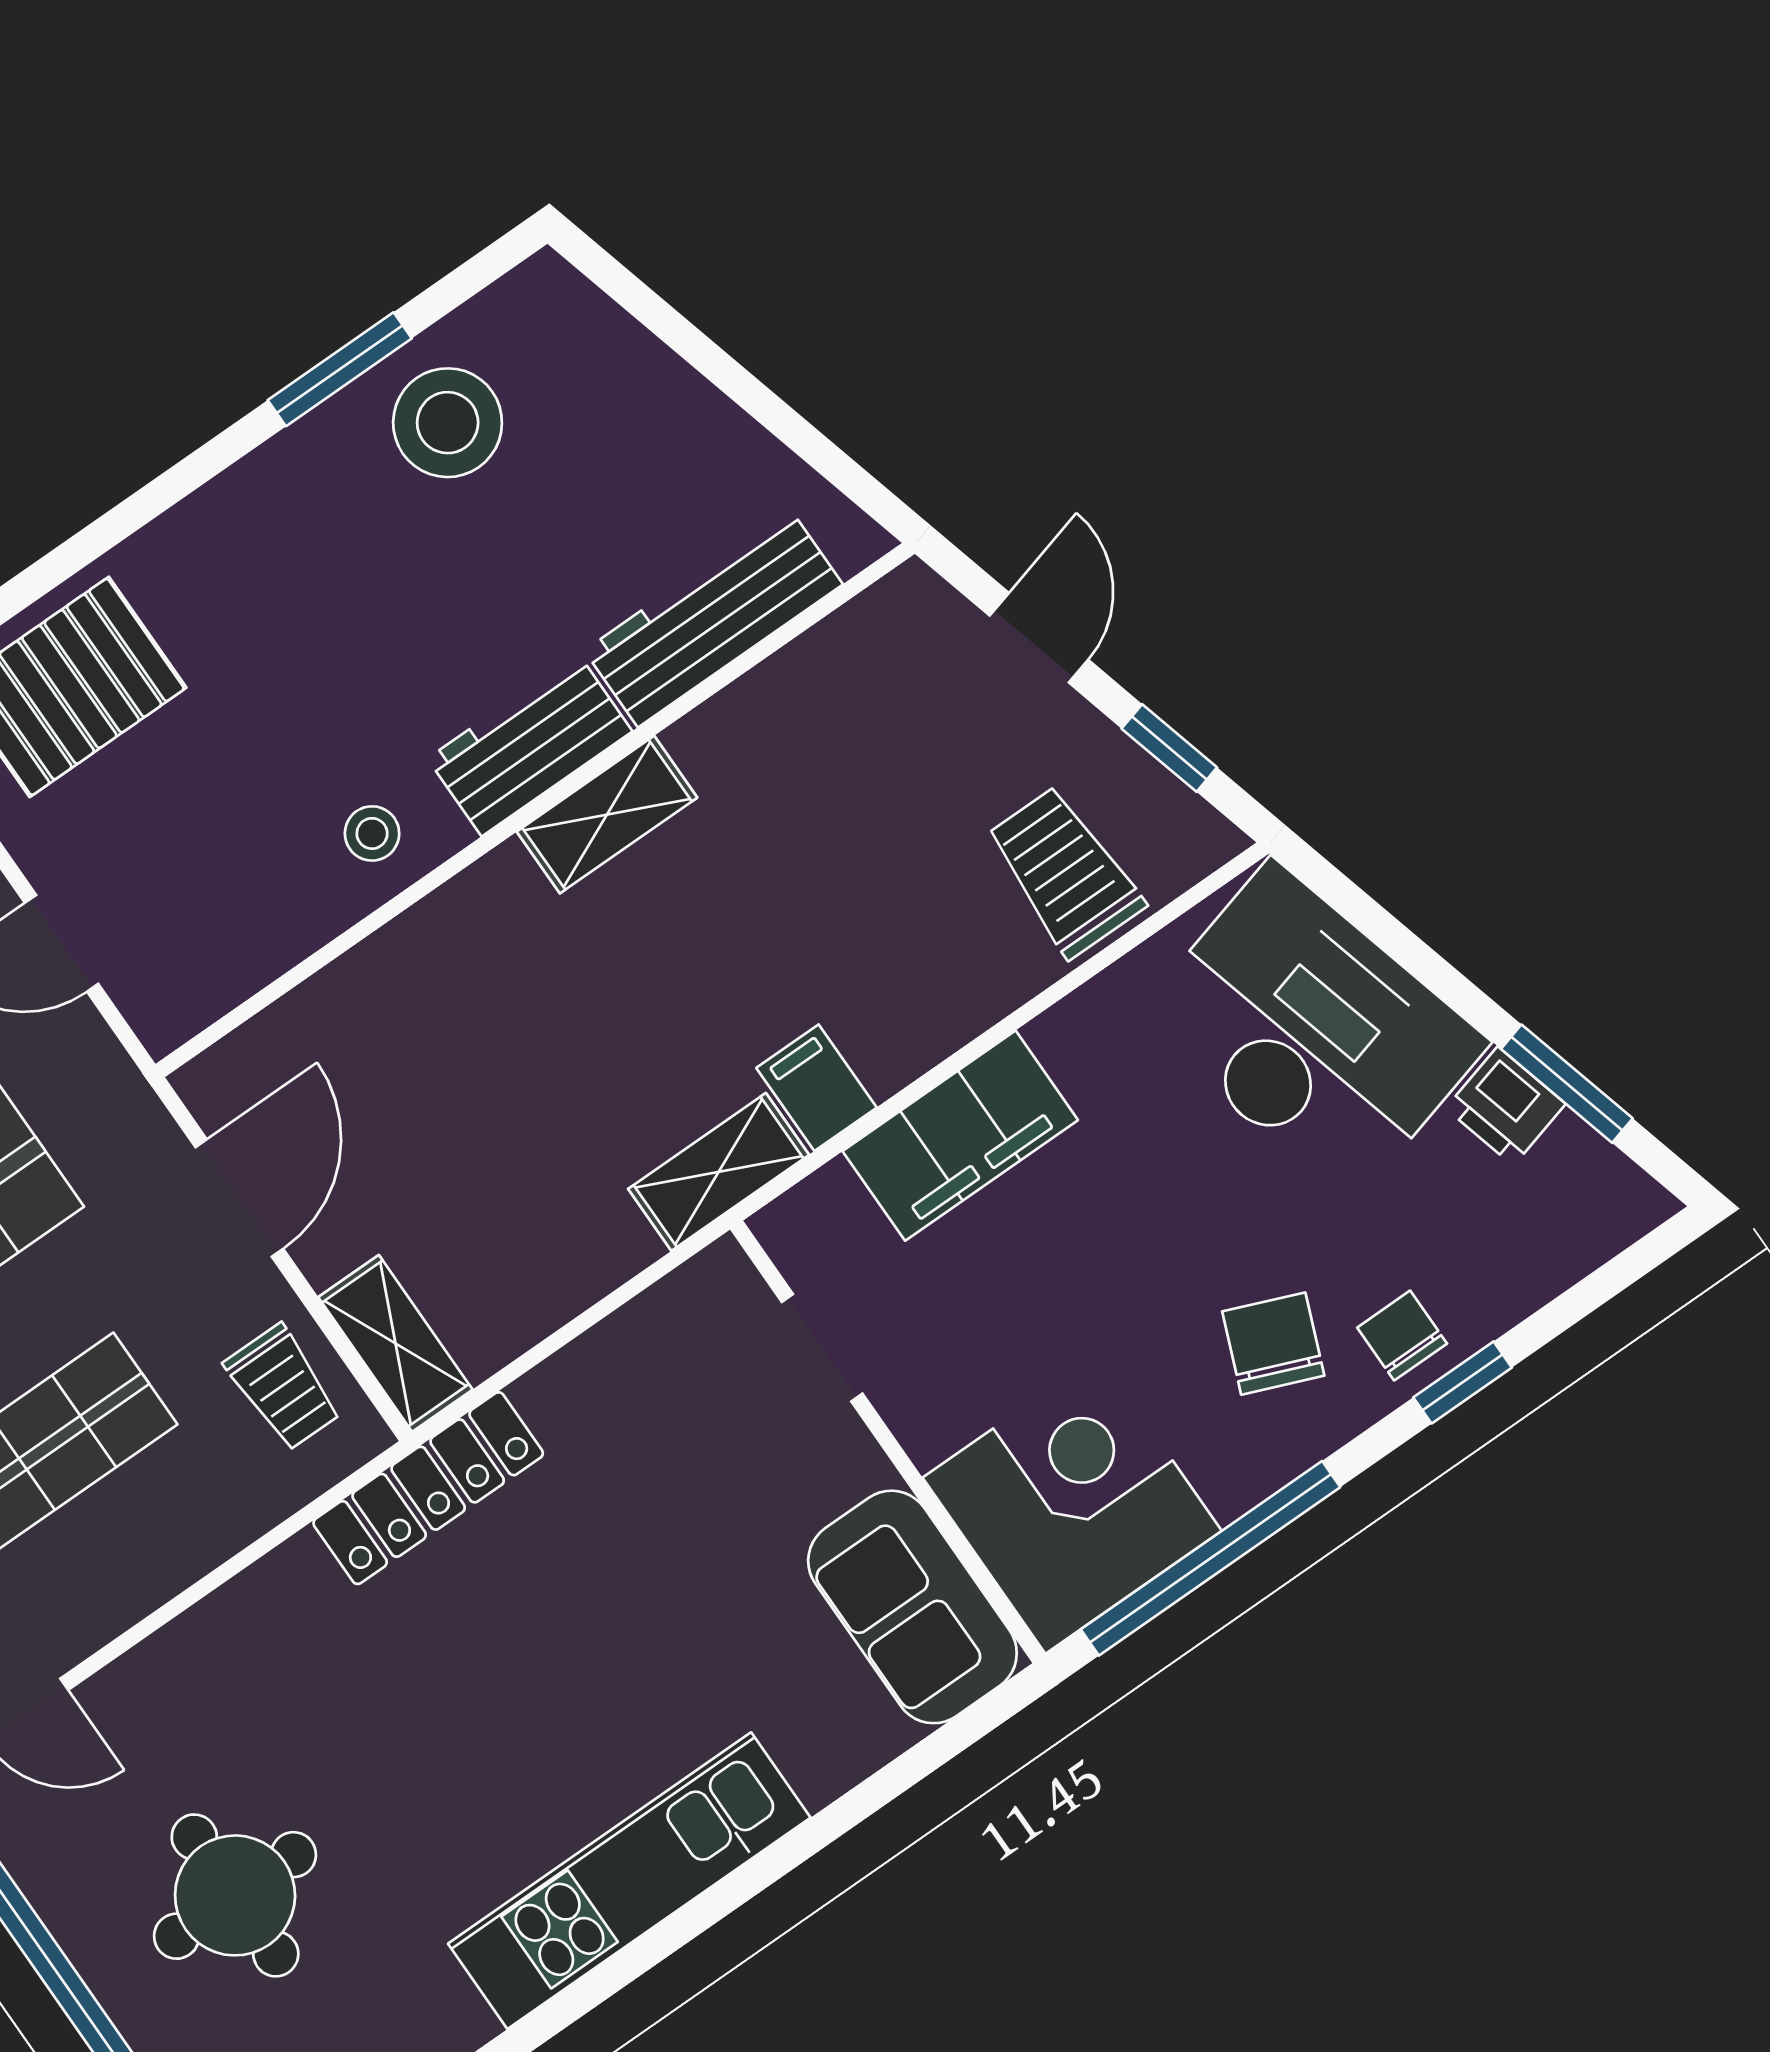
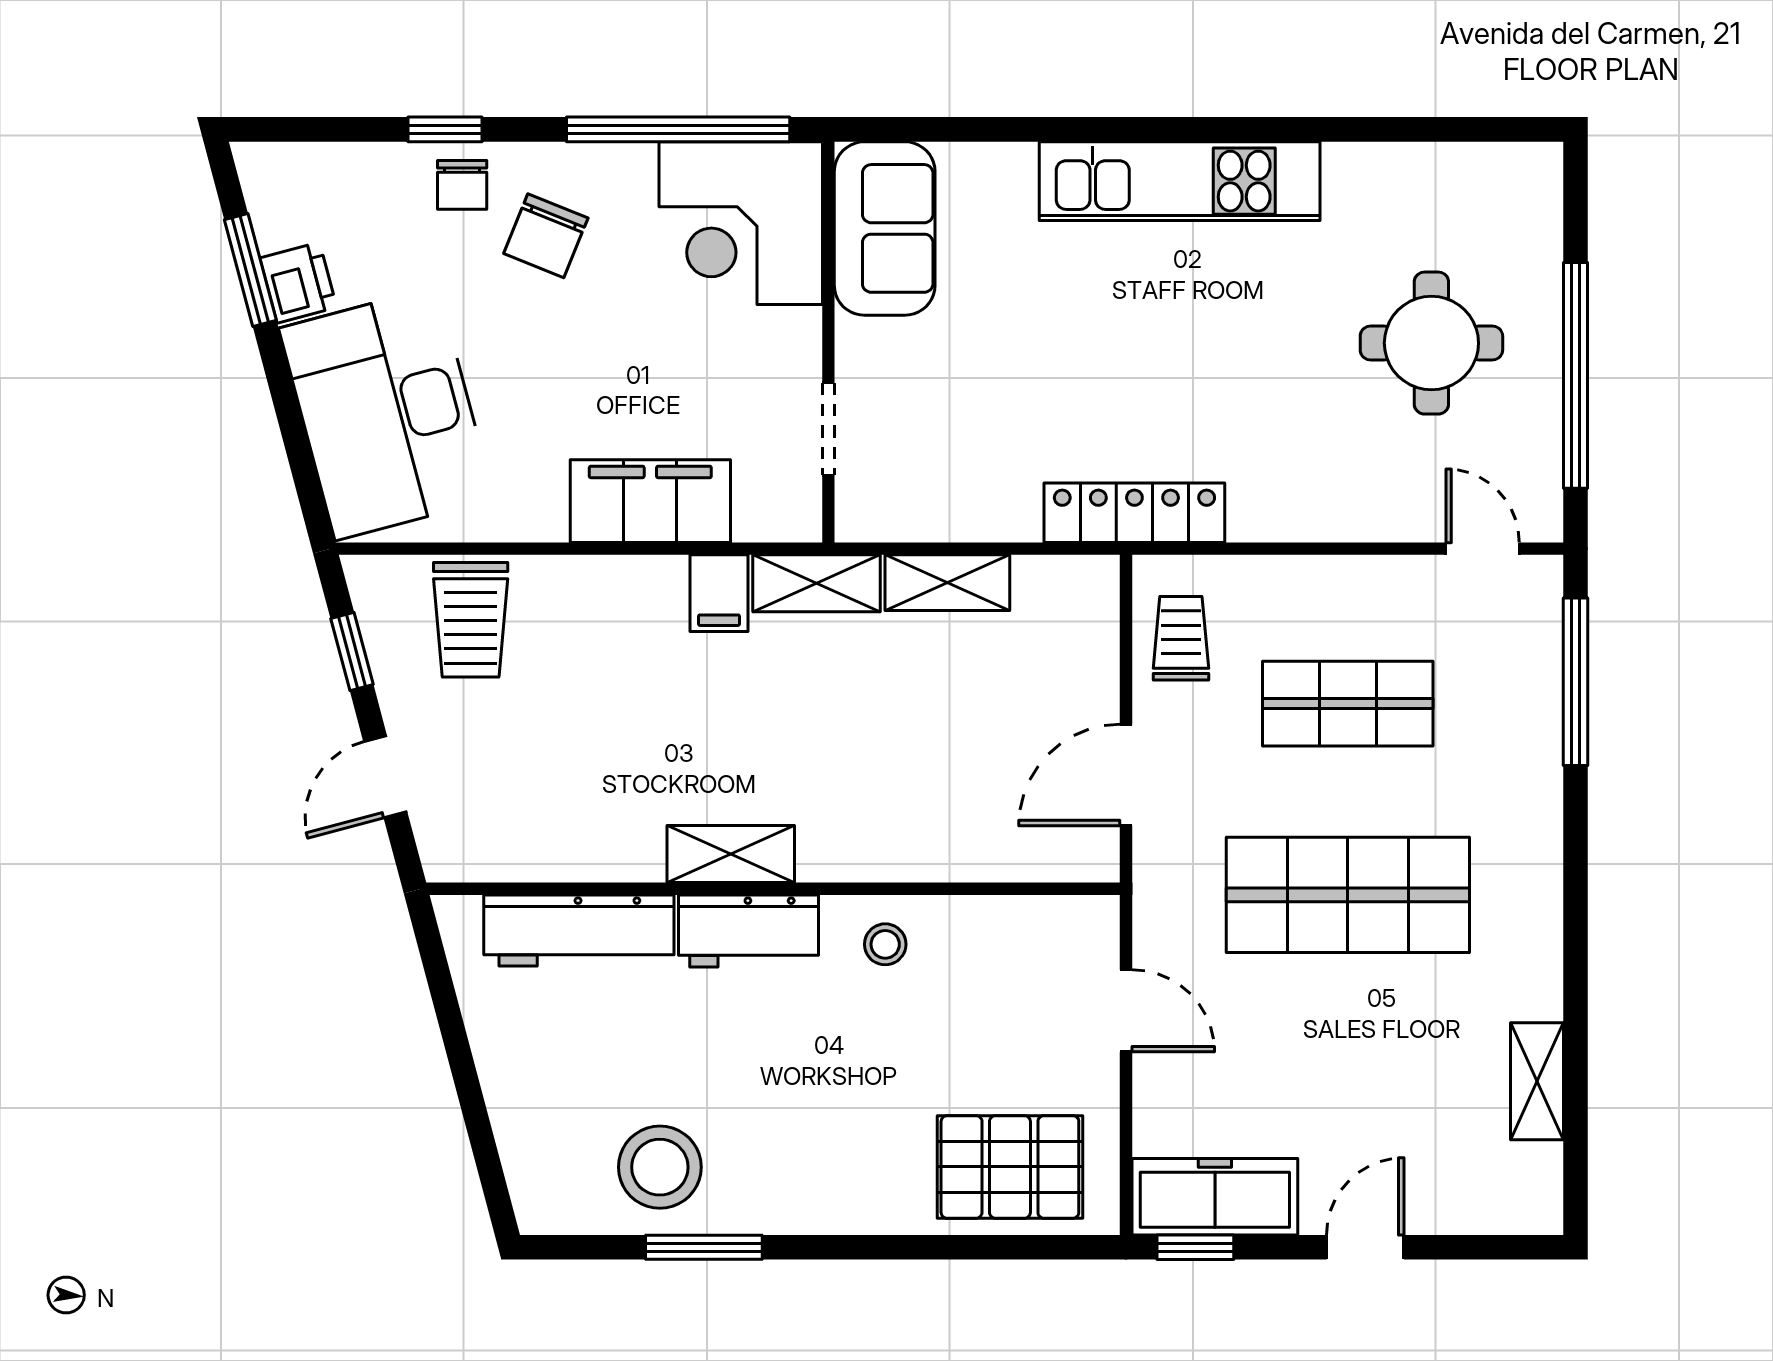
shelving: (395, 1343) -> (947, 583), moved, turned 90

